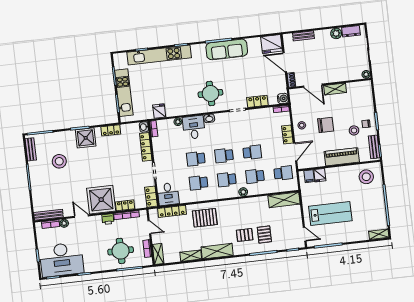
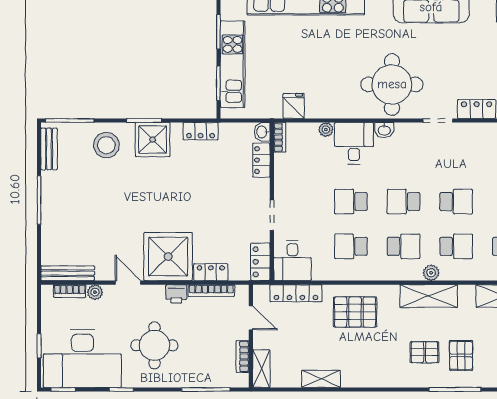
round table: (210, 93) -> (392, 84), width x1.36, depth x1.36
locker: (146, 147) -> (261, 160), width x0.66
stool: (59, 161) -> (106, 145), moved
school desk: (255, 176) -> (456, 246), turned 180
school desk: (227, 180) -> (404, 246), turned 180
round table: (121, 251) -> (154, 345), moved
shelving: (217, 251) -> (429, 296), moved

